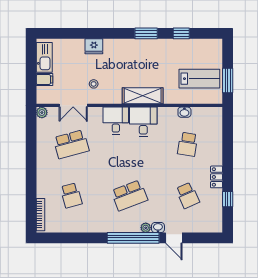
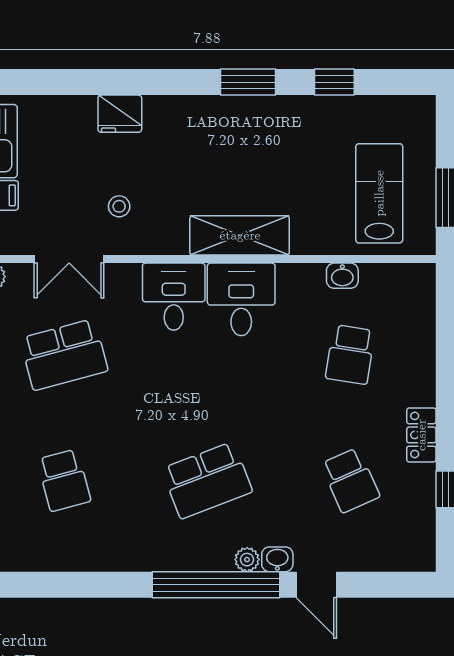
lab bench: (199, 79) -> (379, 193), turned -90

